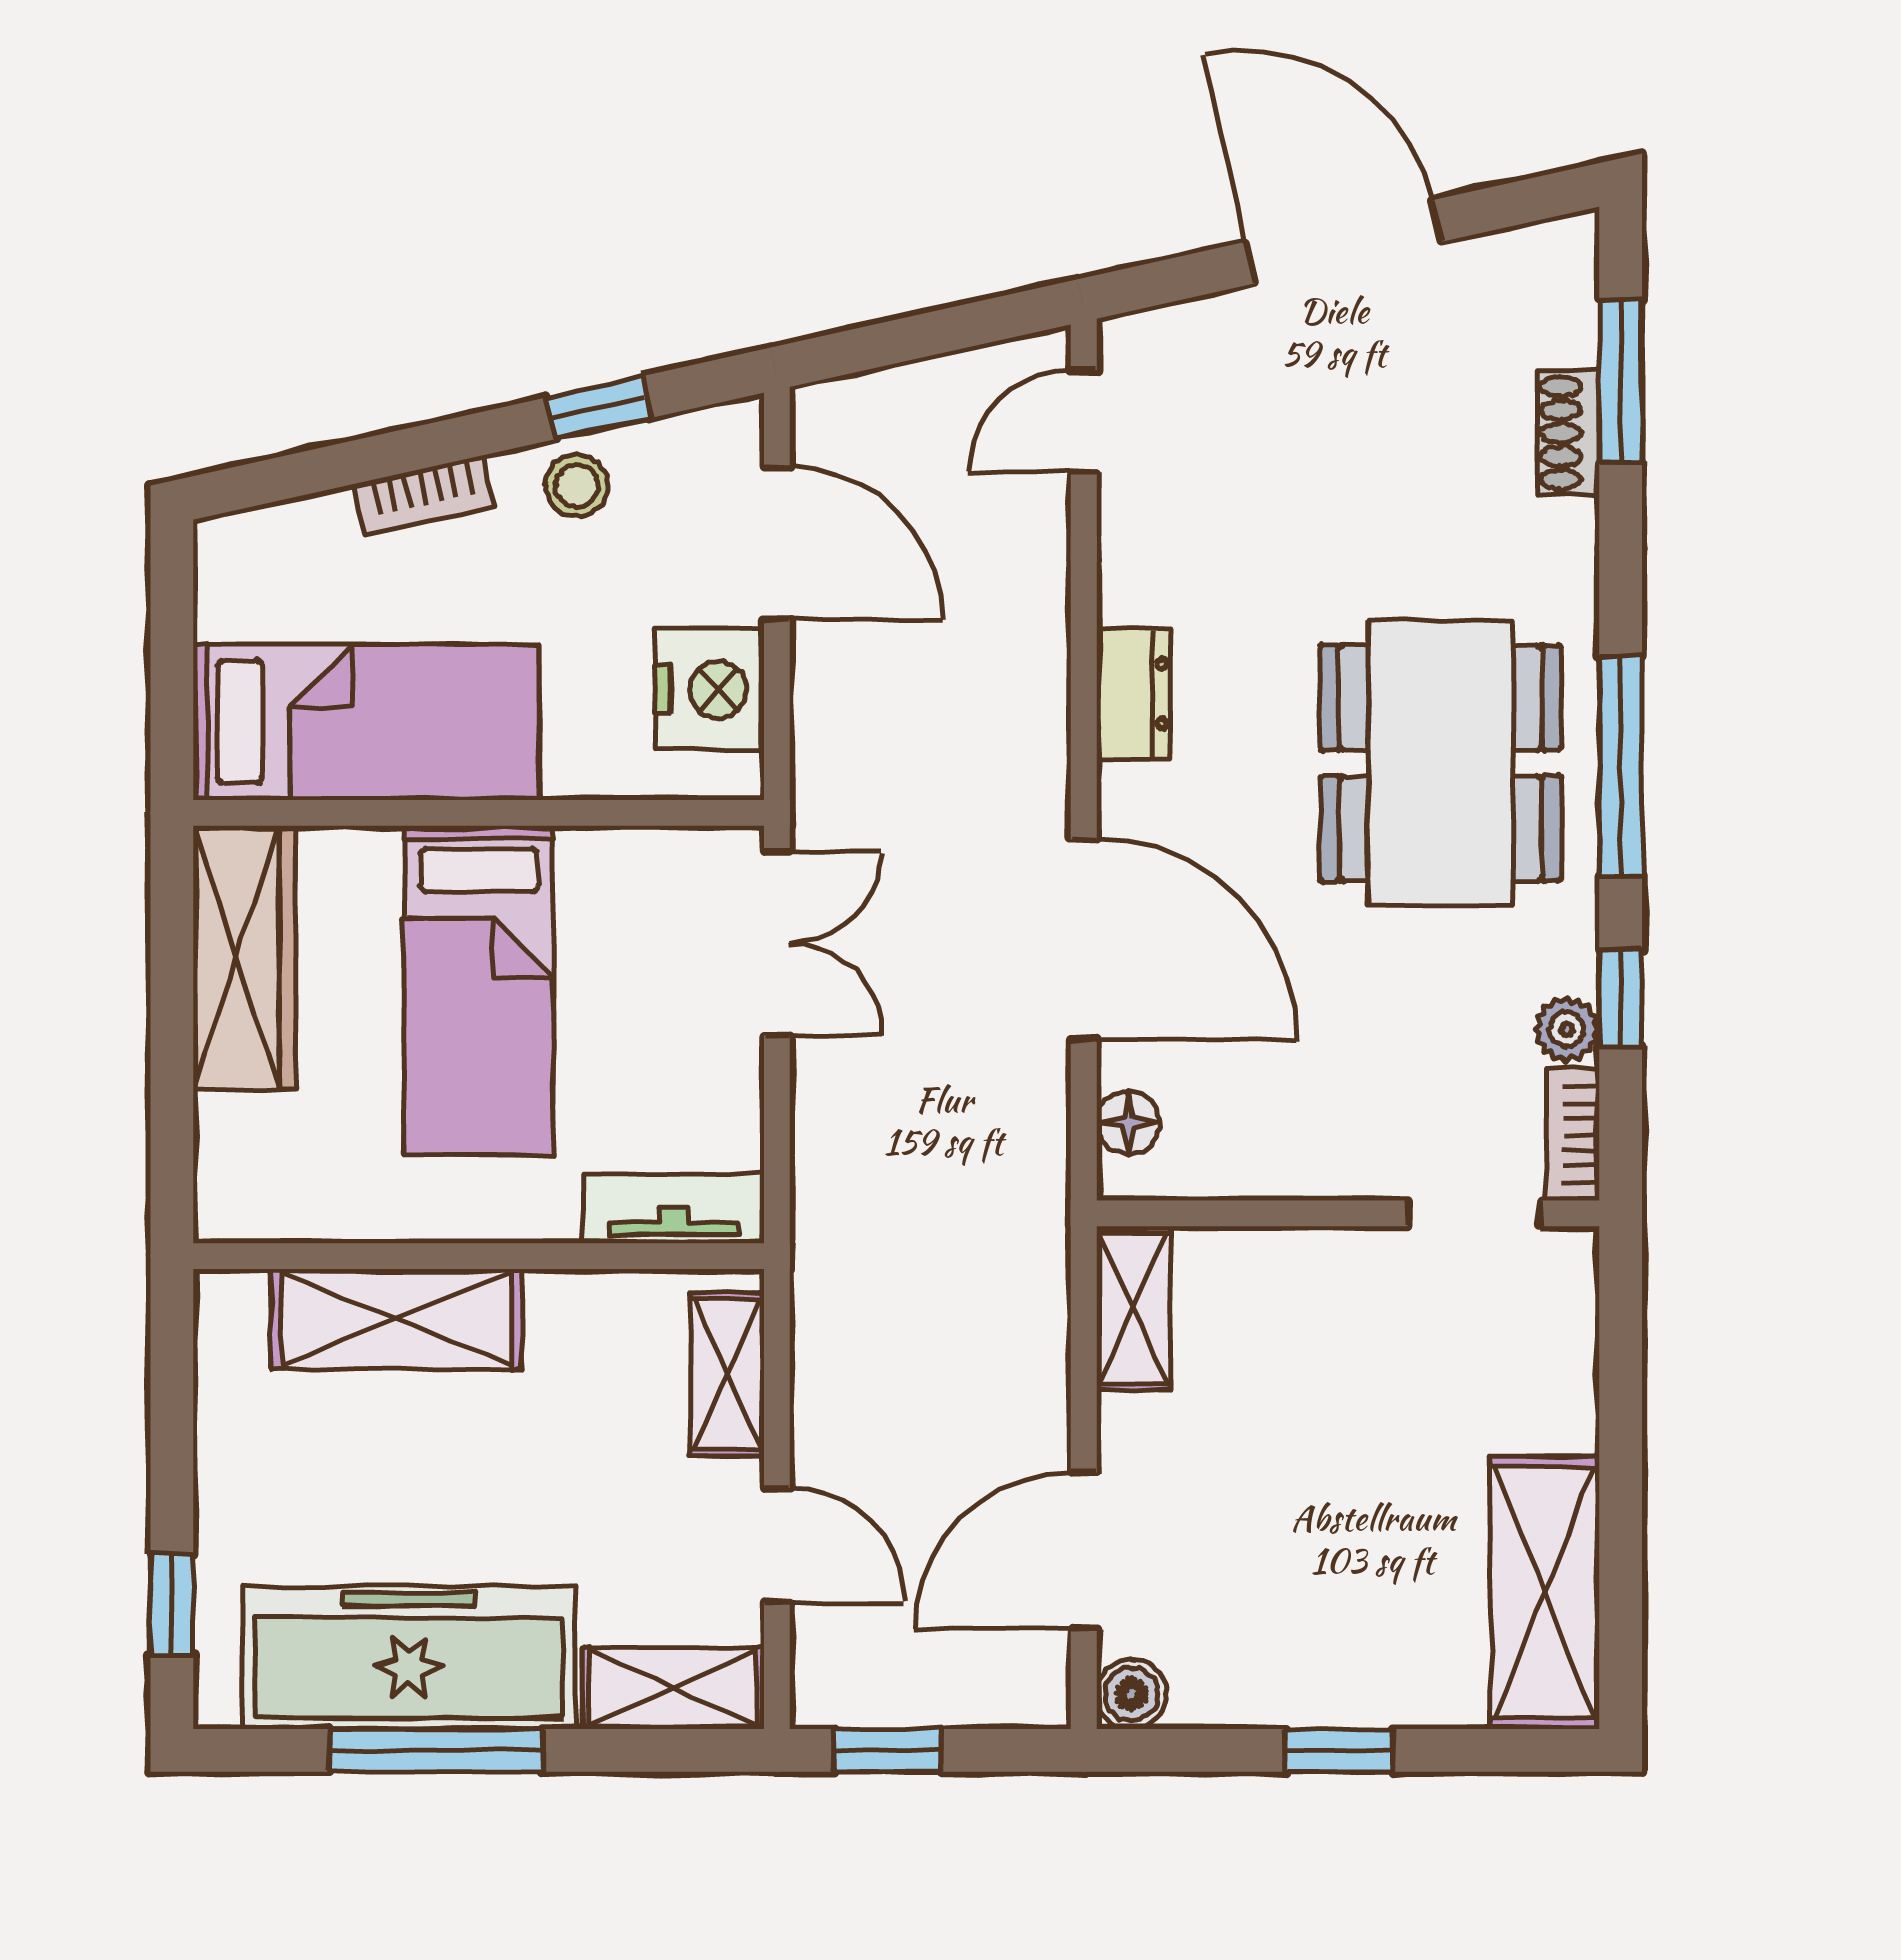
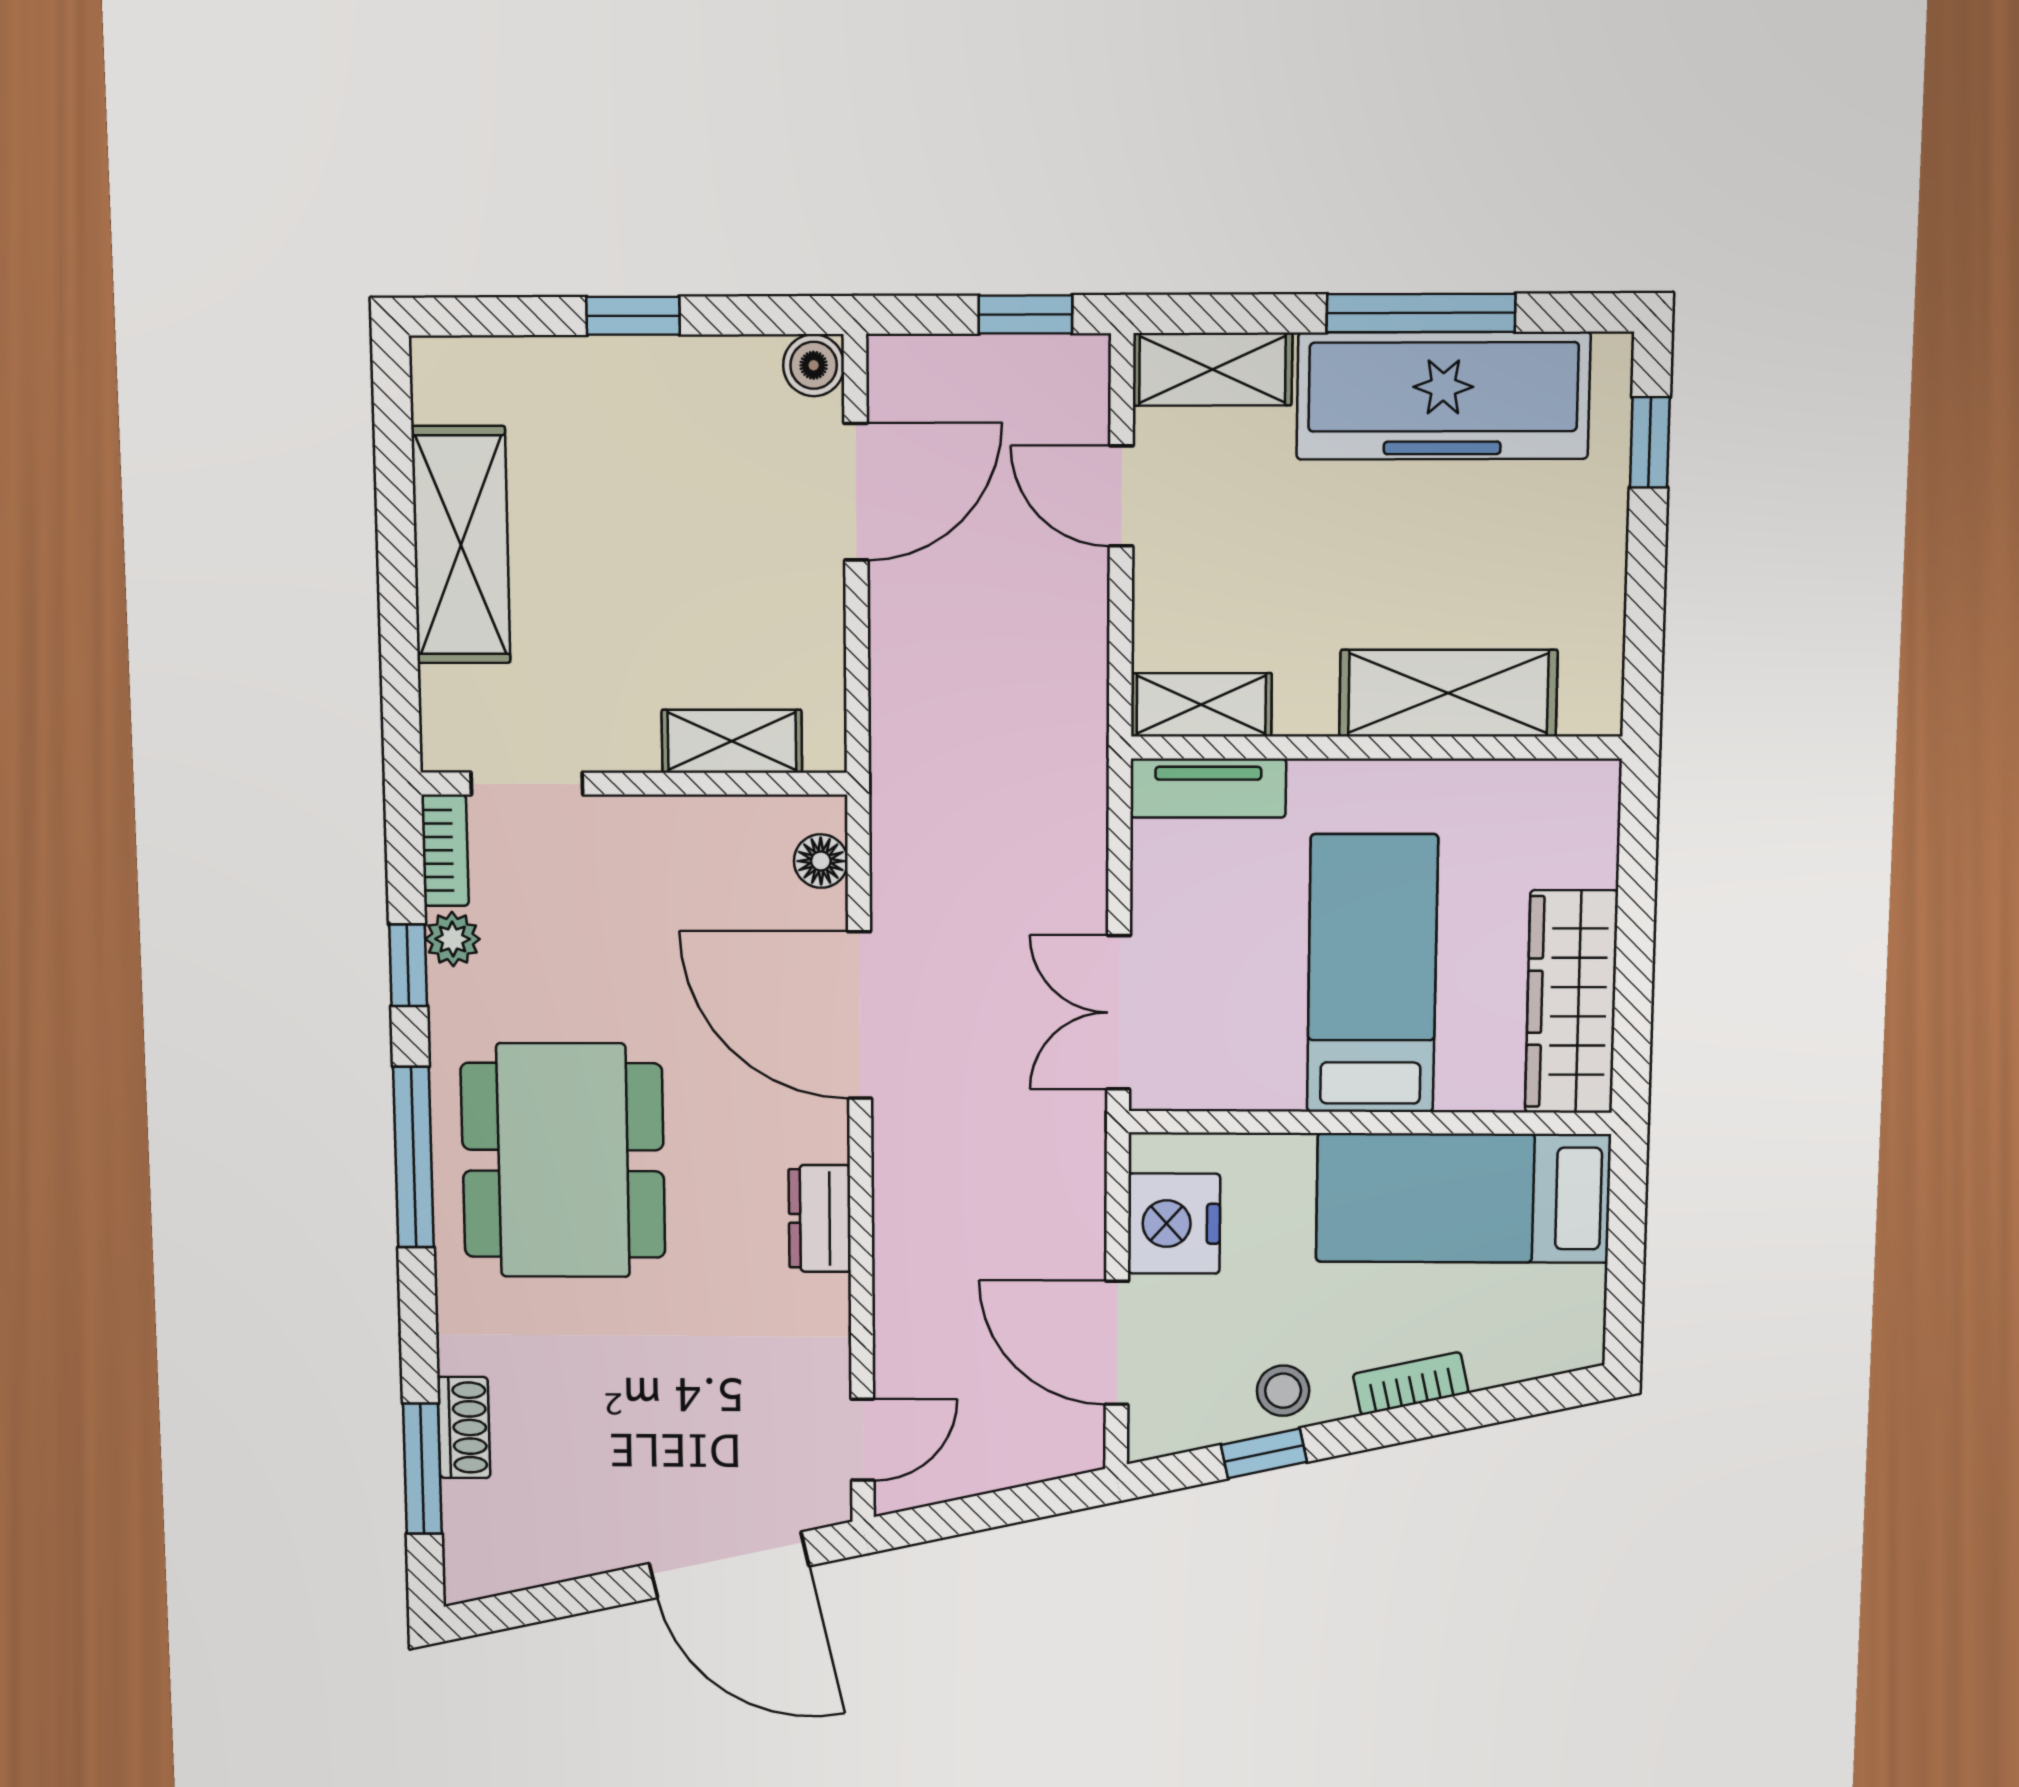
door: (1344, 242) -> (729, 1565), moved
shelving: (1133, 1308) -> (732, 741), moved, turned 90
shelving: (727, 1374) -> (1201, 705), moved, turned 90
shelving: (1545, 1593) -> (461, 545), moved

